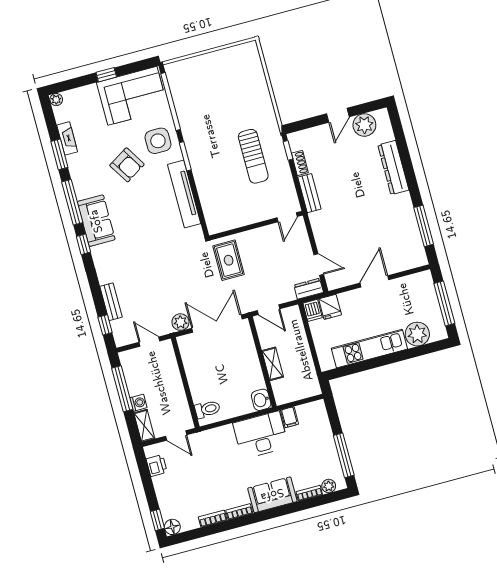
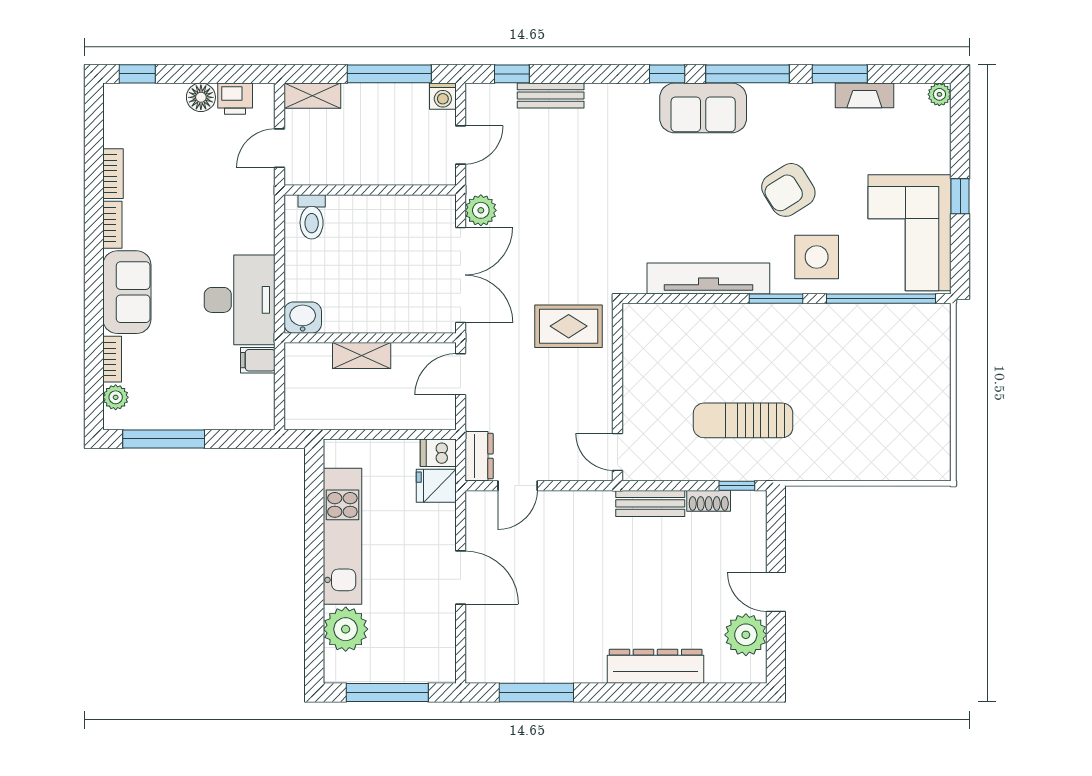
washing machine: (138, 403) -> (443, 96), moved
floor lamp: (172, 527) -> (201, 97), moved

